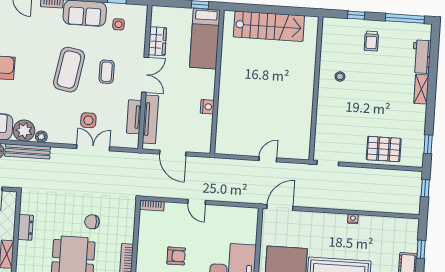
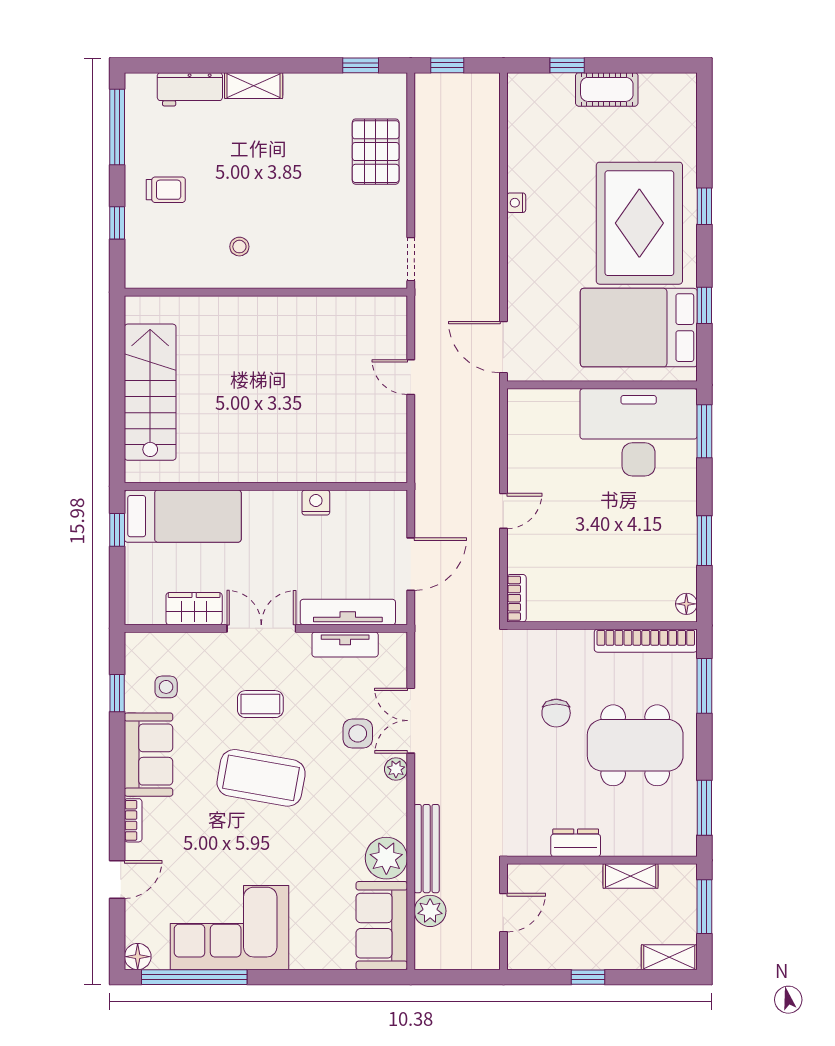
plant: (41, 137) -> (396, 769), moved
armchair: (176, 256) -> (612, 544), removed

